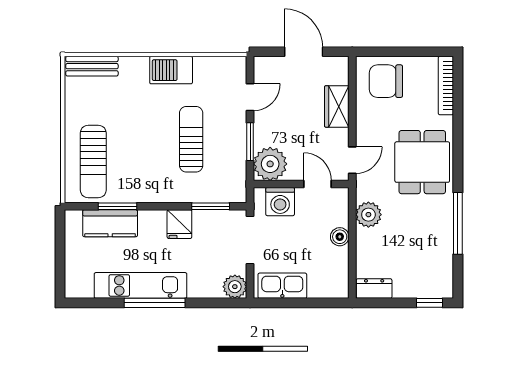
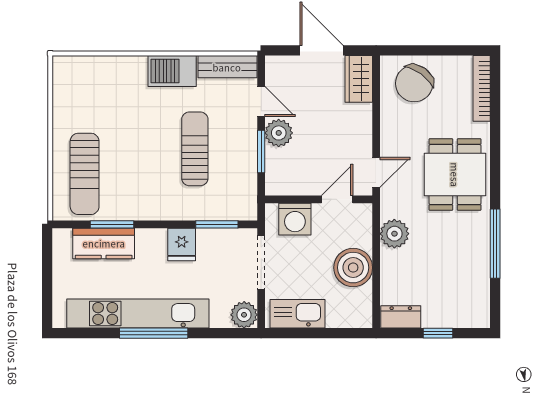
bench: (92, 66) -> (227, 67), moved
chair: (386, 81) -> (414, 83), turned -54
door: (250, 97) -> (261, 101), hinge flipped
wardrobe: (337, 106) -> (359, 79), moved
plant: (270, 164) -> (279, 133), moved, width x0.73, depth x0.73
door: (317, 184) -> (337, 199), hinge flipped
boiler: (340, 237) -> (353, 268), width x1.86, depth x1.86
kitchen unit: (141, 285) -> (138, 313), width x1.36
window: (430, 303) -> (438, 333), moved

